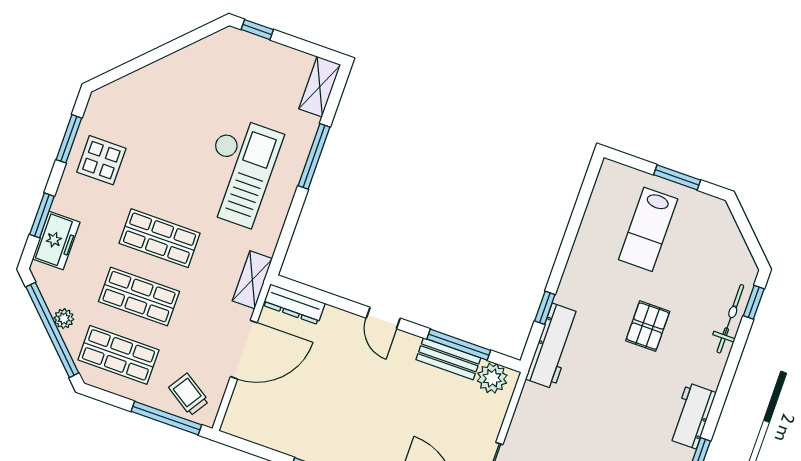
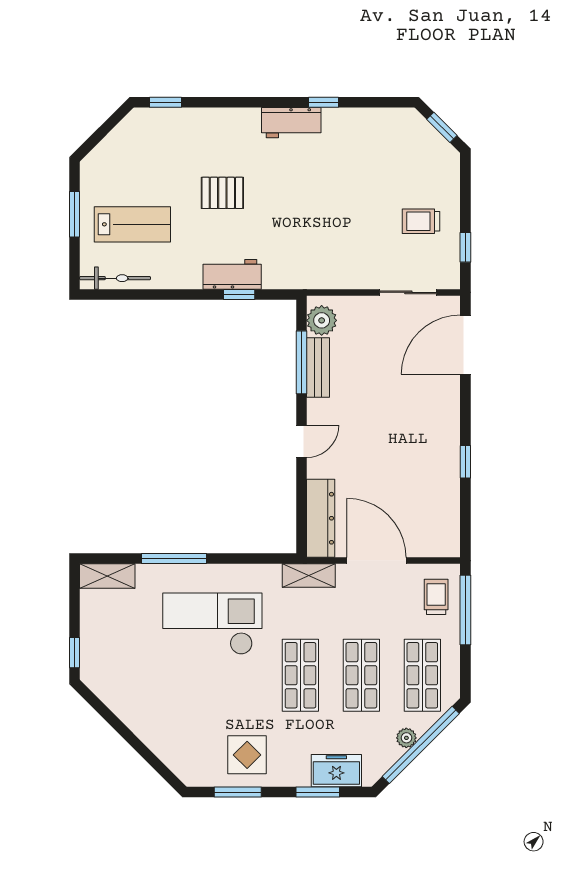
dresser: (294, 304) -> (321, 518), width x1.37, depth x1.24
bicycle: (730, 319) -> (115, 278), moved, turned 180
workbench: (553, 346) -> (232, 274), moved, width x0.73
trolley: (189, 394) -> (436, 597), turned 147

